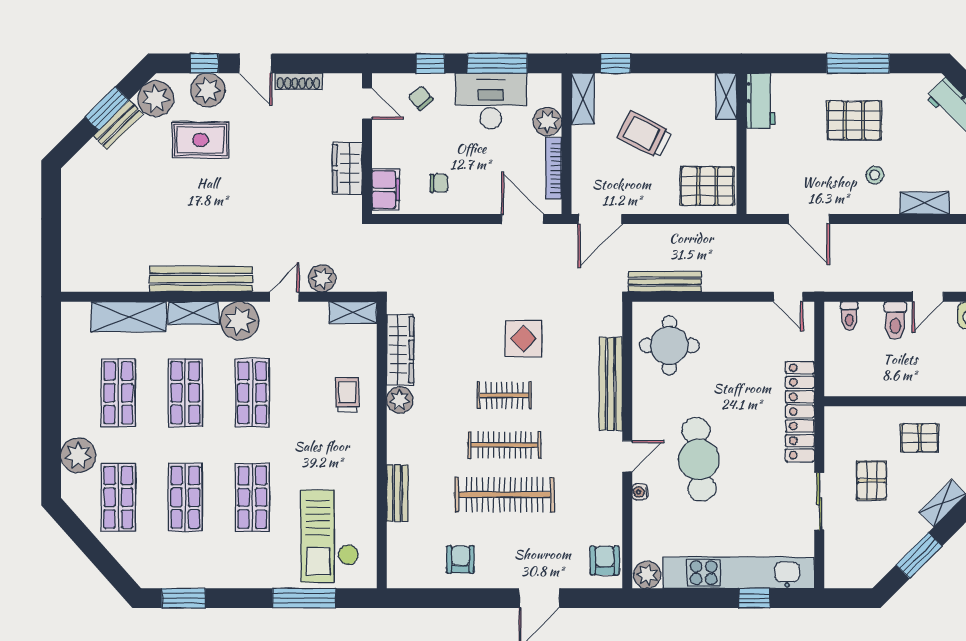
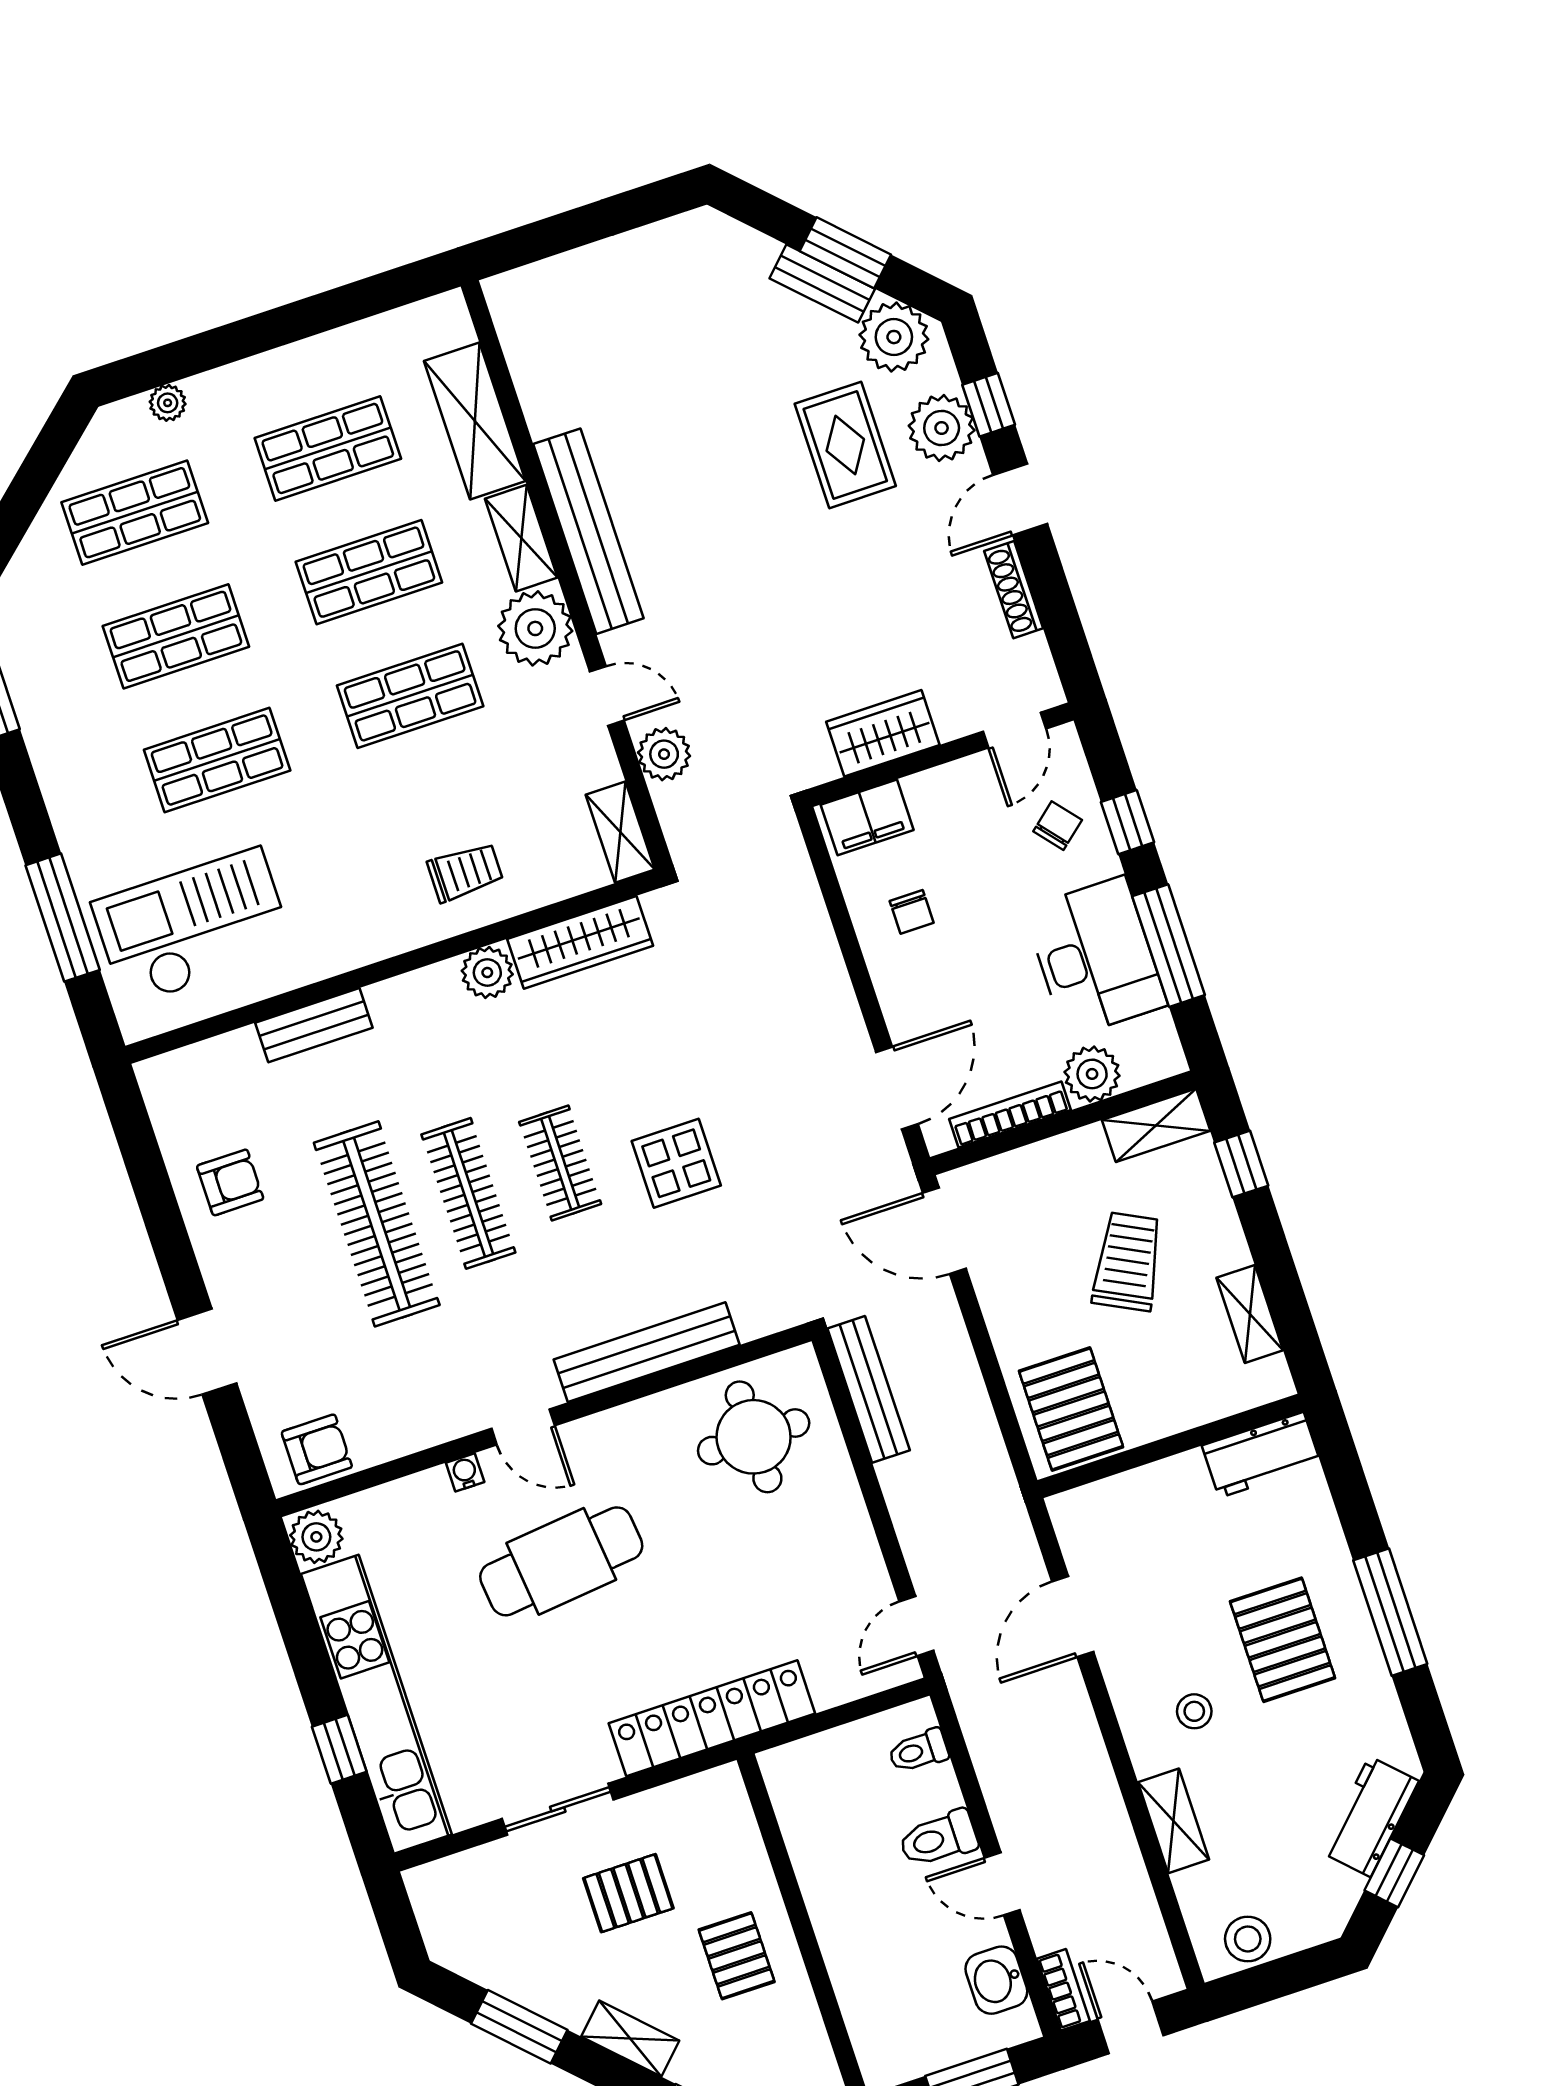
shelving: (726, 96) -> (1250, 1314), moved, turned 90
plant: (78, 455) -> (168, 403), width x0.53, depth x0.53

